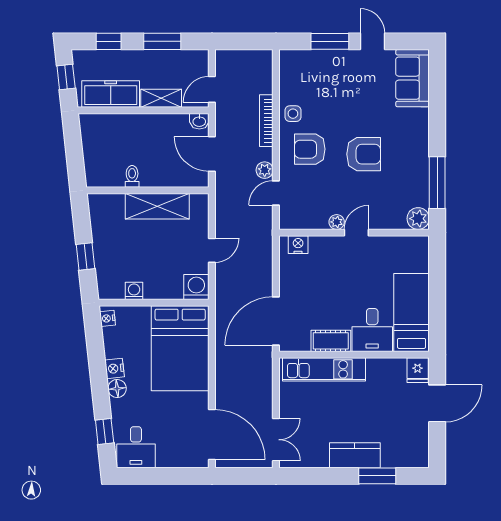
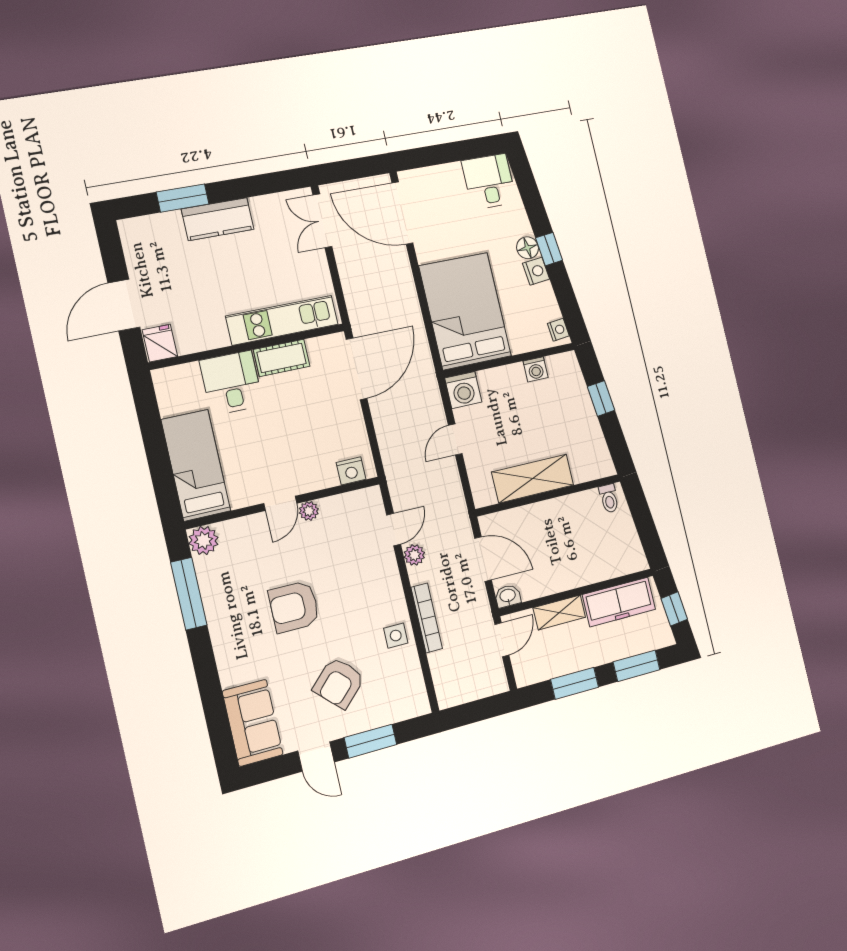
window: (109, 41) -> (636, 666), width x1.50
armchair: (310, 149) -> (339, 683), moved, turned 135
toilet: (132, 176) -> (609, 498), moved
bed: (412, 312) -> (196, 465), moved, turned 180
window: (105, 431) -> (549, 249), moved

